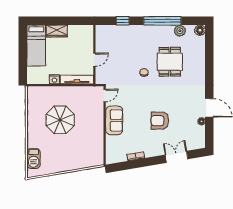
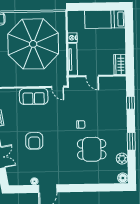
window: (162, 21) -> (131, 141), width x0.47
wardrobe: (57, 31) -> (120, 64), moved
parasol: (60, 120) -> (33, 44), width x1.86, depth x1.86
armchair: (160, 121) -> (34, 141), turned 180

